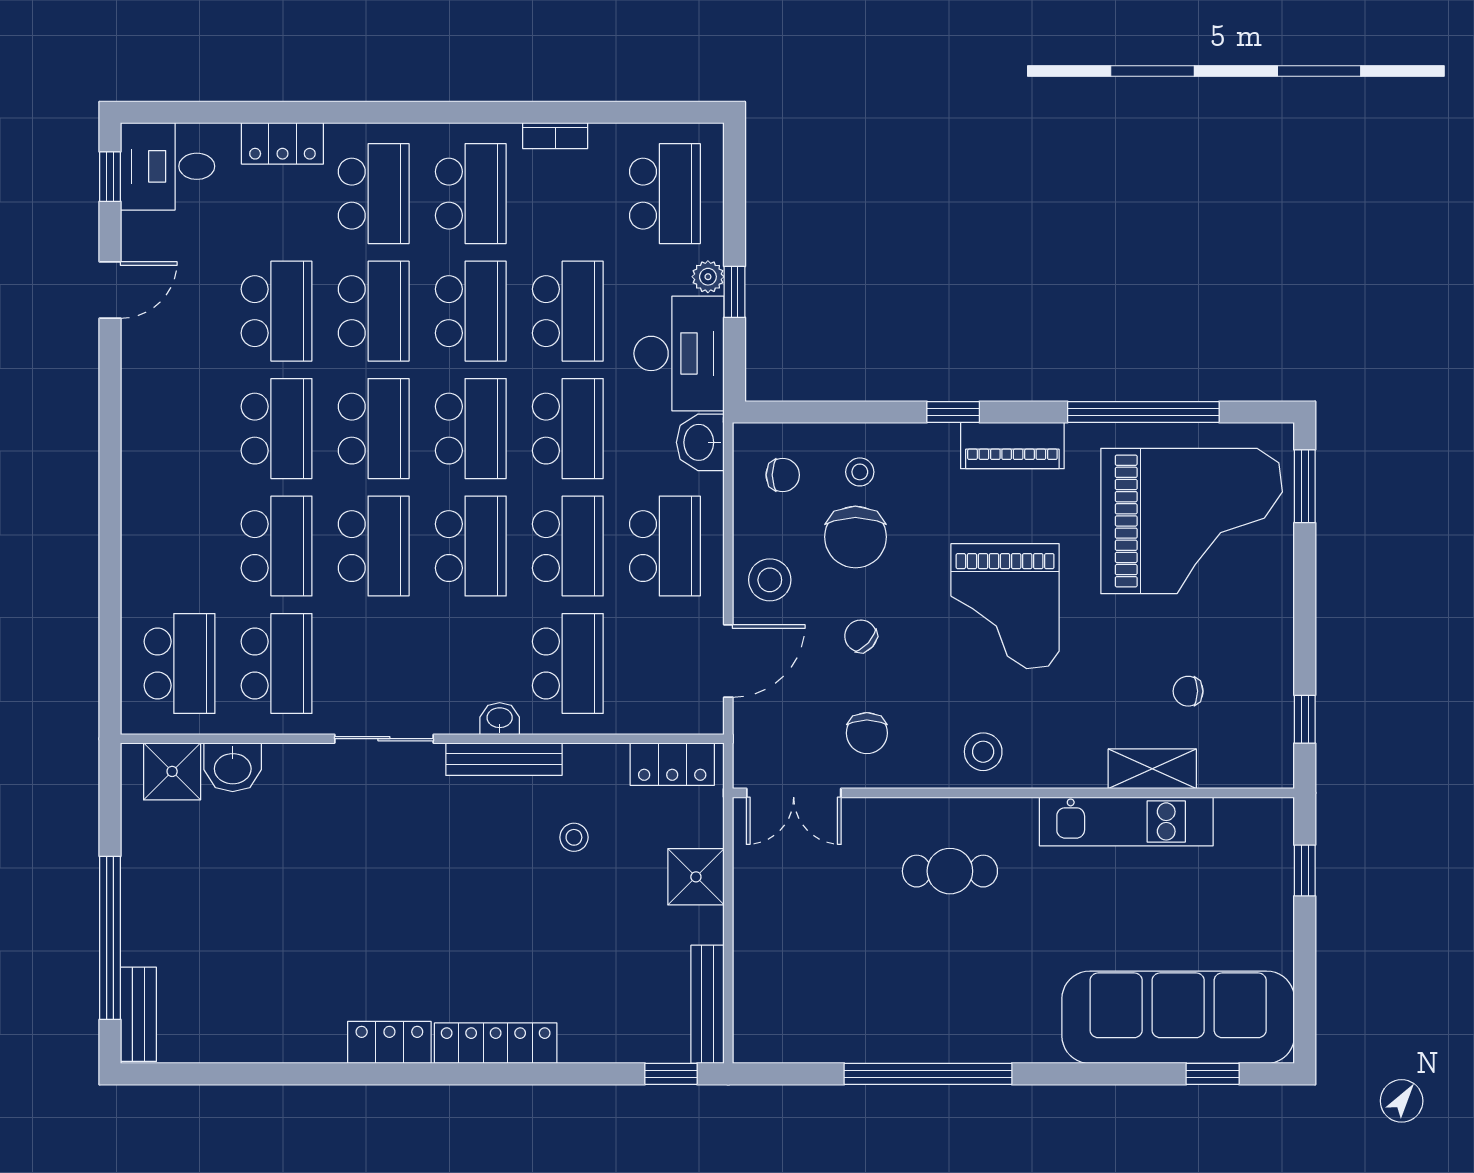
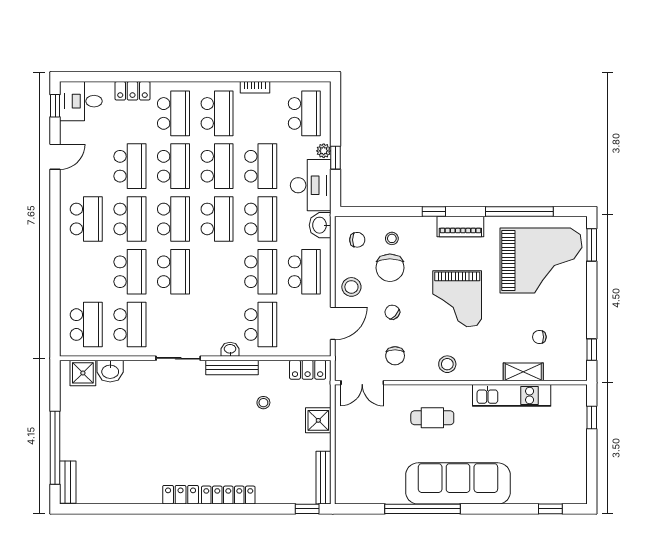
school desk: (471, 546) -> (86, 219), moved
sofa: (1178, 1017) -> (458, 483), moved

